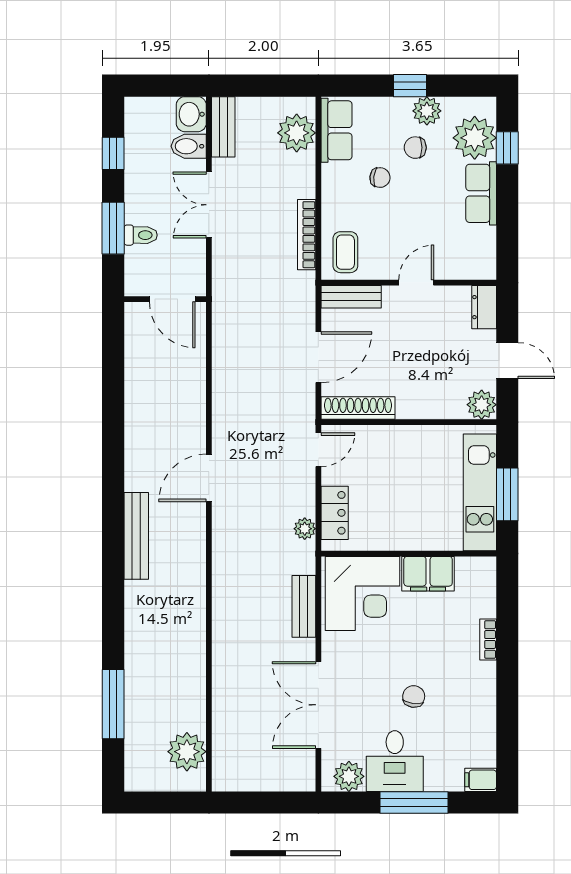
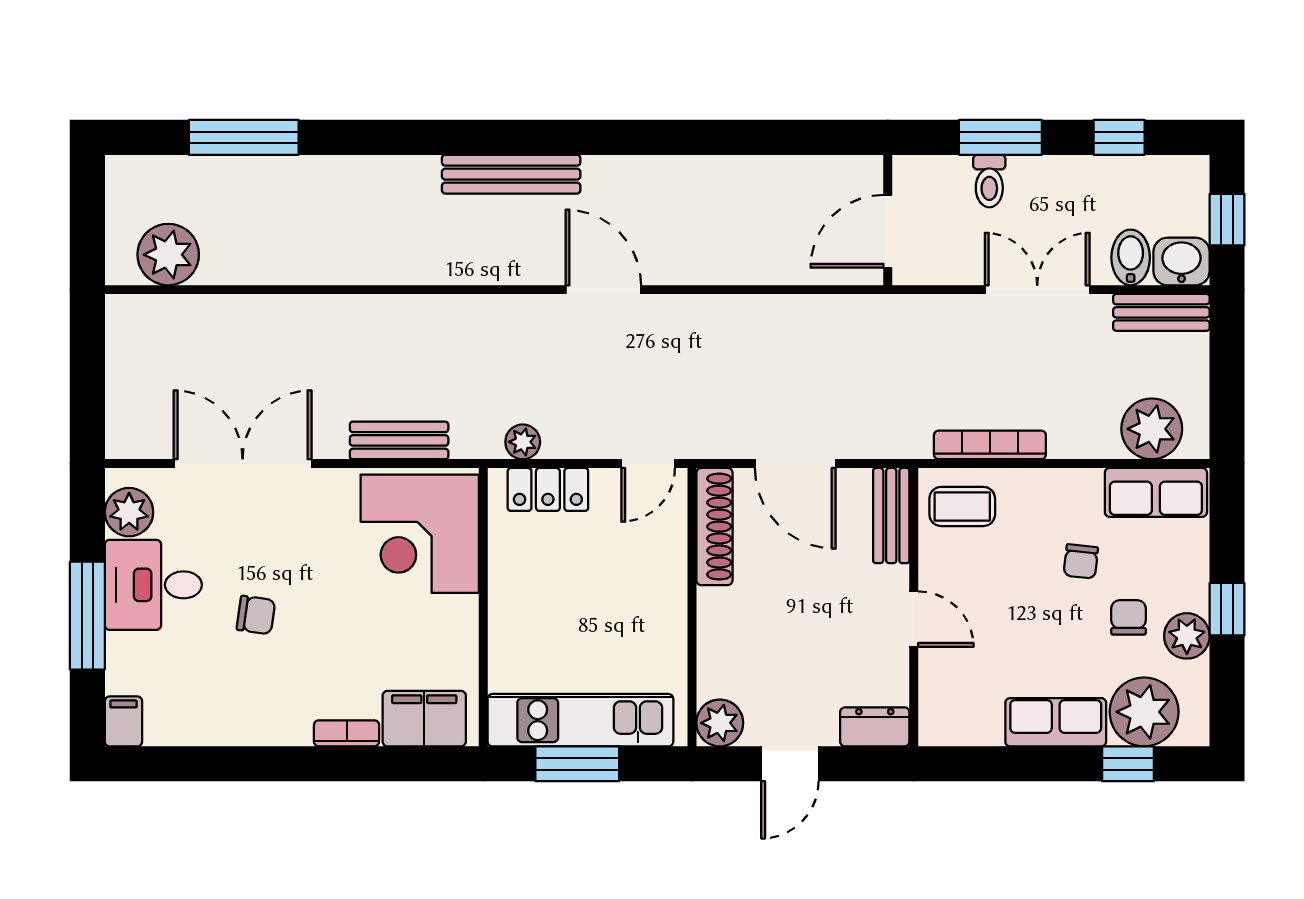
window: (165, 86) -> (1227, 220), added
door: (318, 450) -> (648, 464), hinge flipped
filing cabinet: (428, 574) -> (424, 719), moved, turned 90

